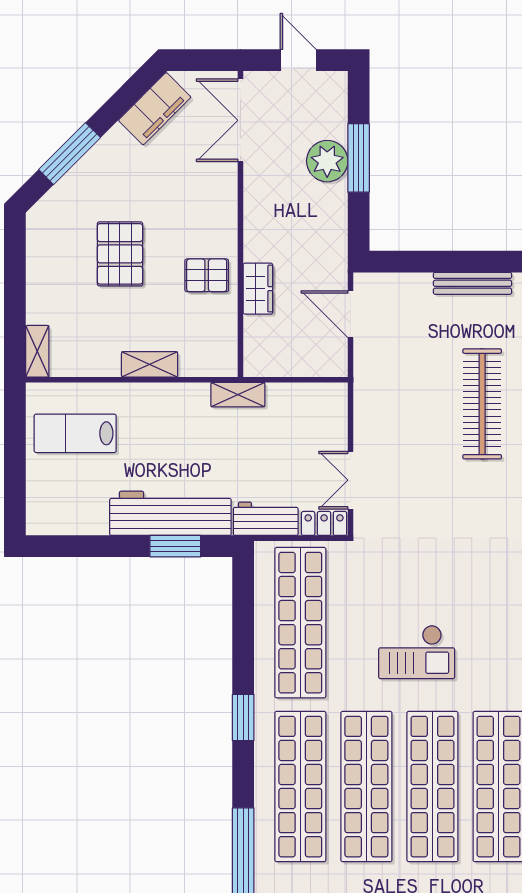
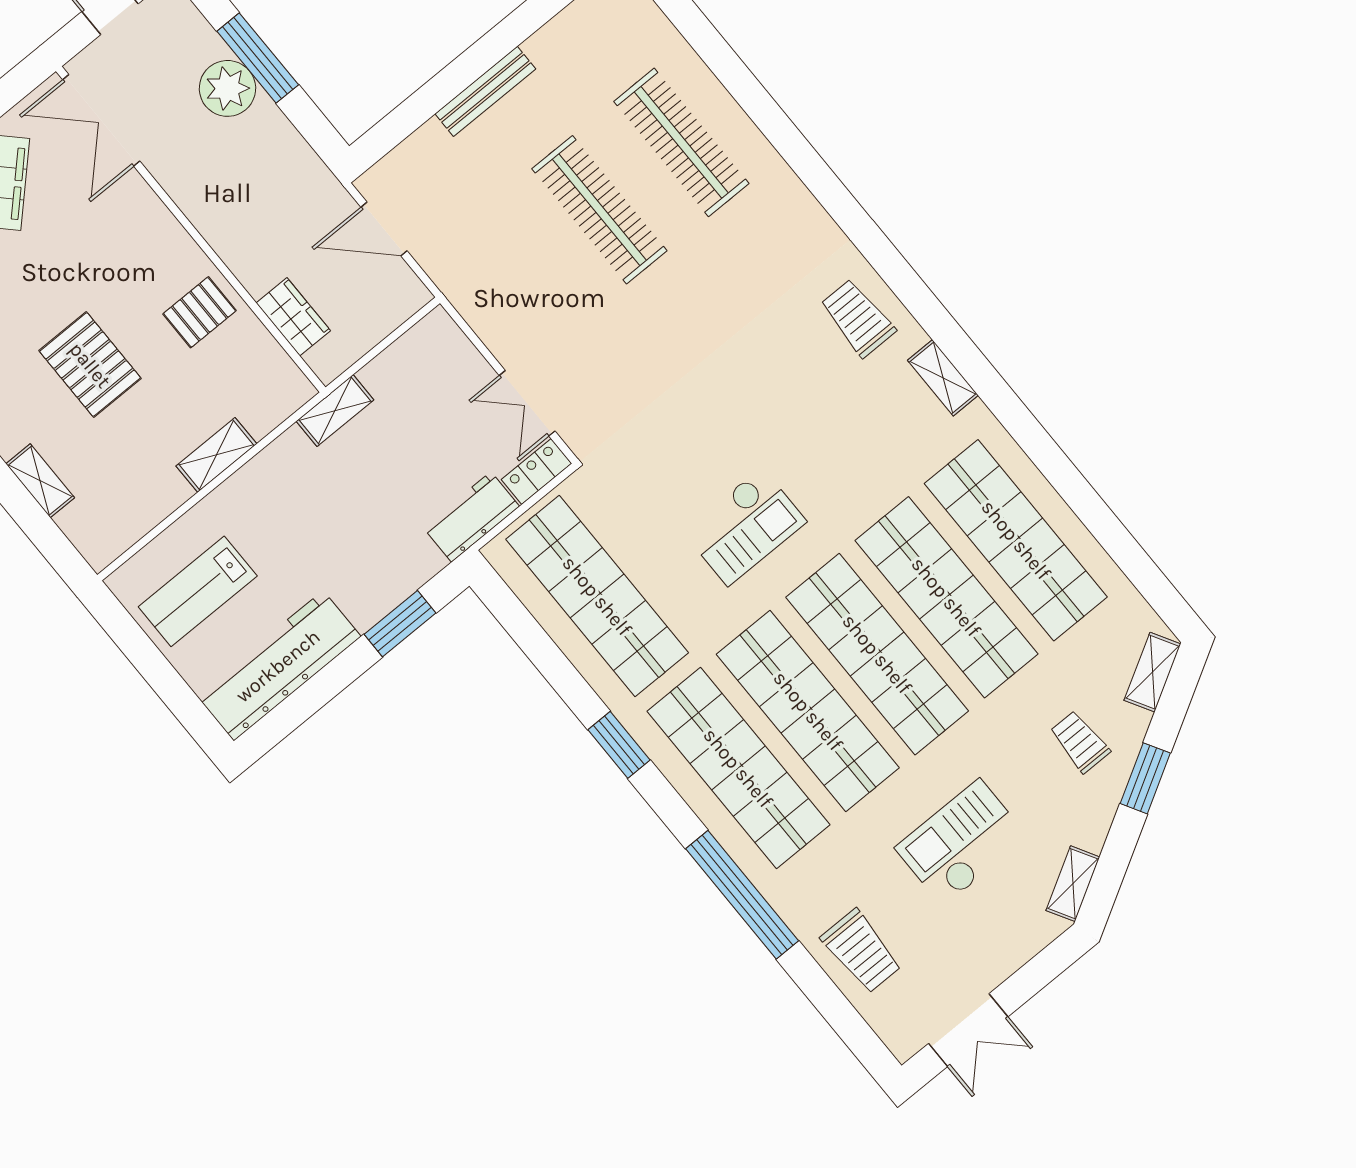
wardrobe: (258, 289) -> (293, 317), moved
shelving: (37, 351) -> (40, 481), moved
workbench: (170, 513) -> (278, 666), moved

